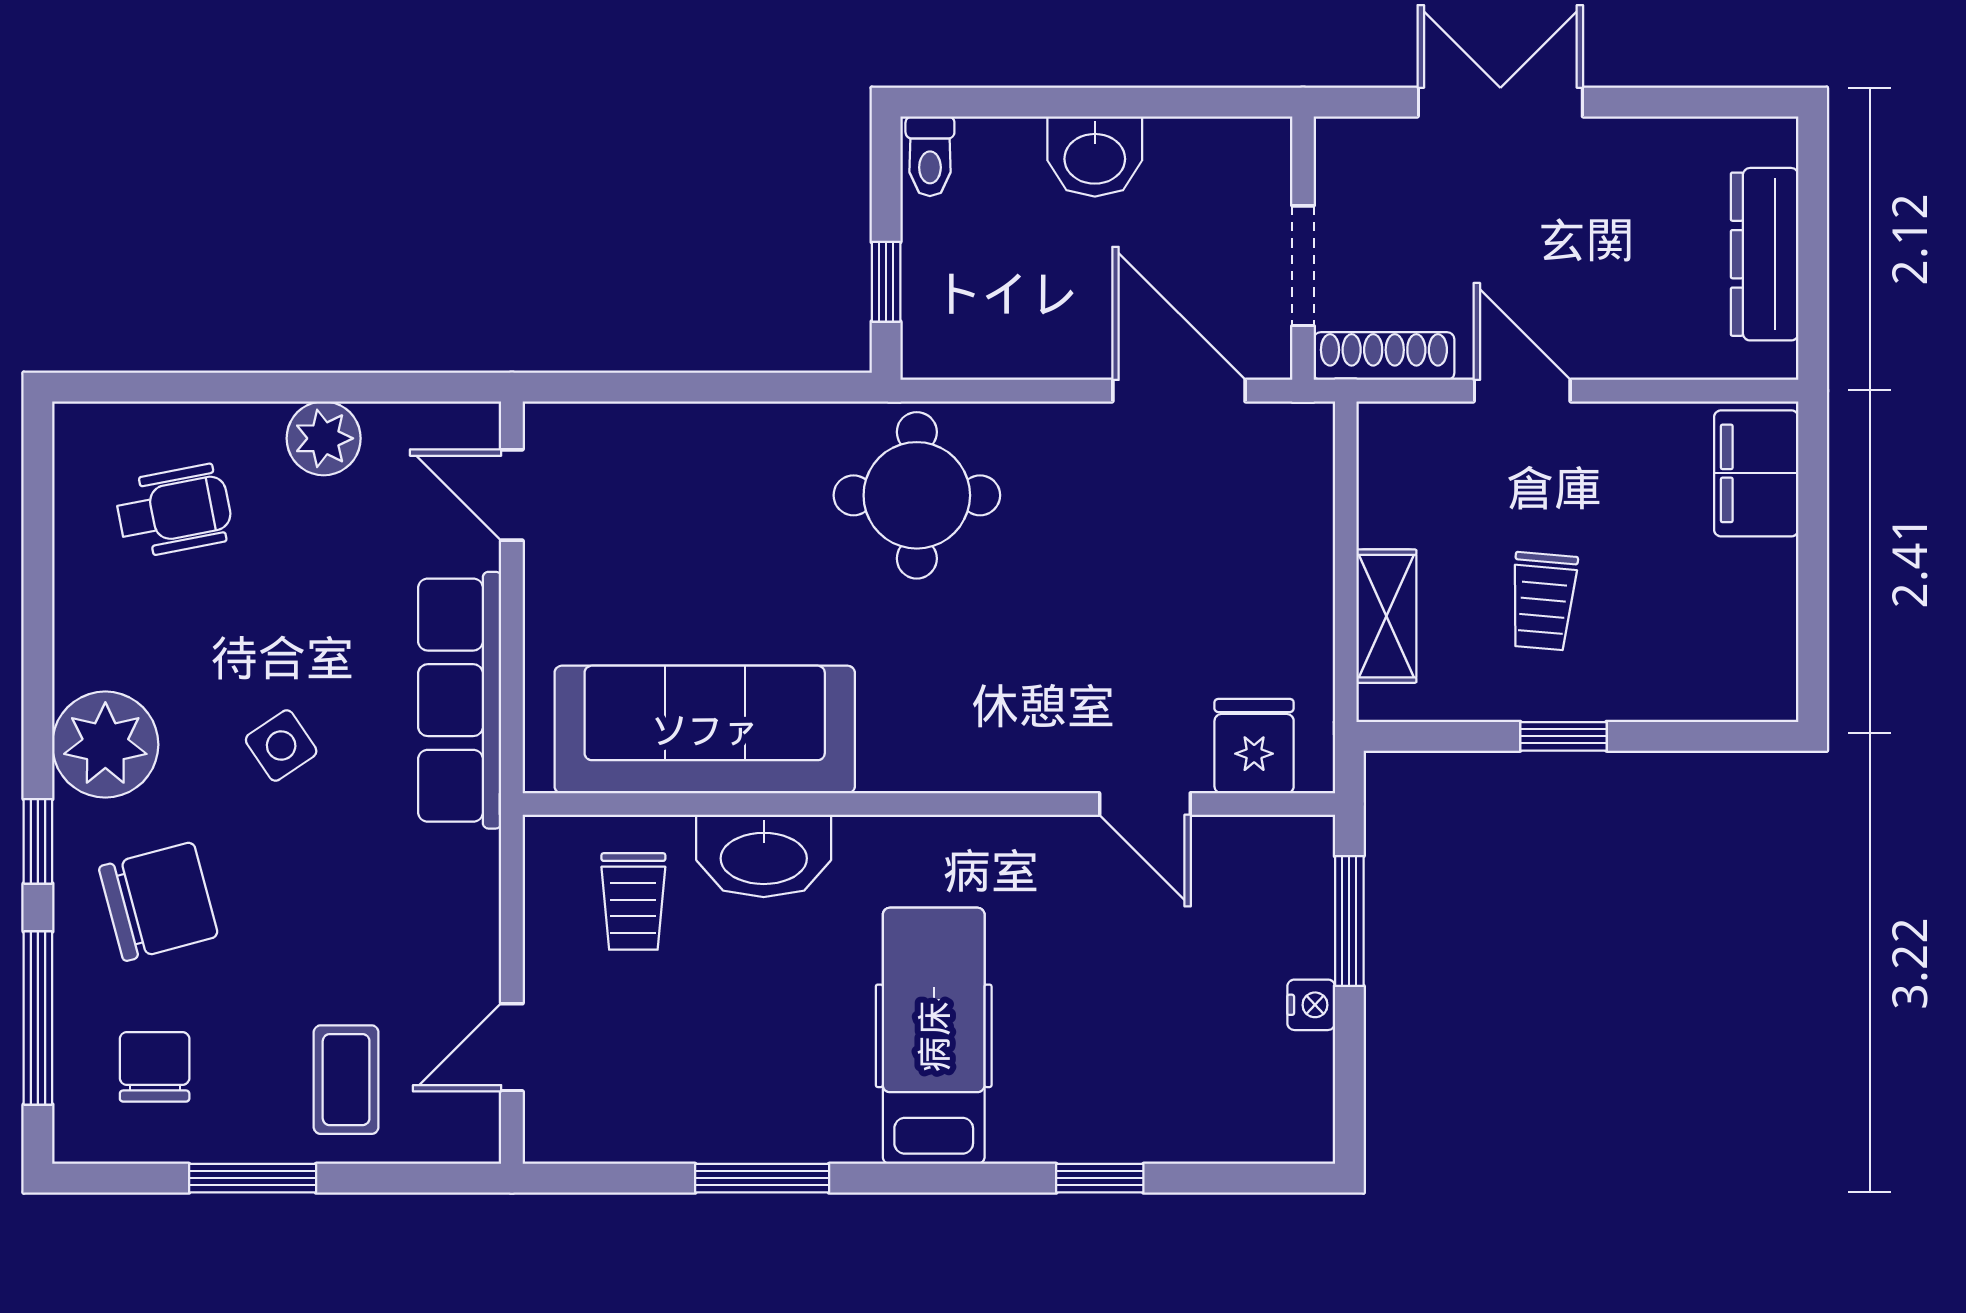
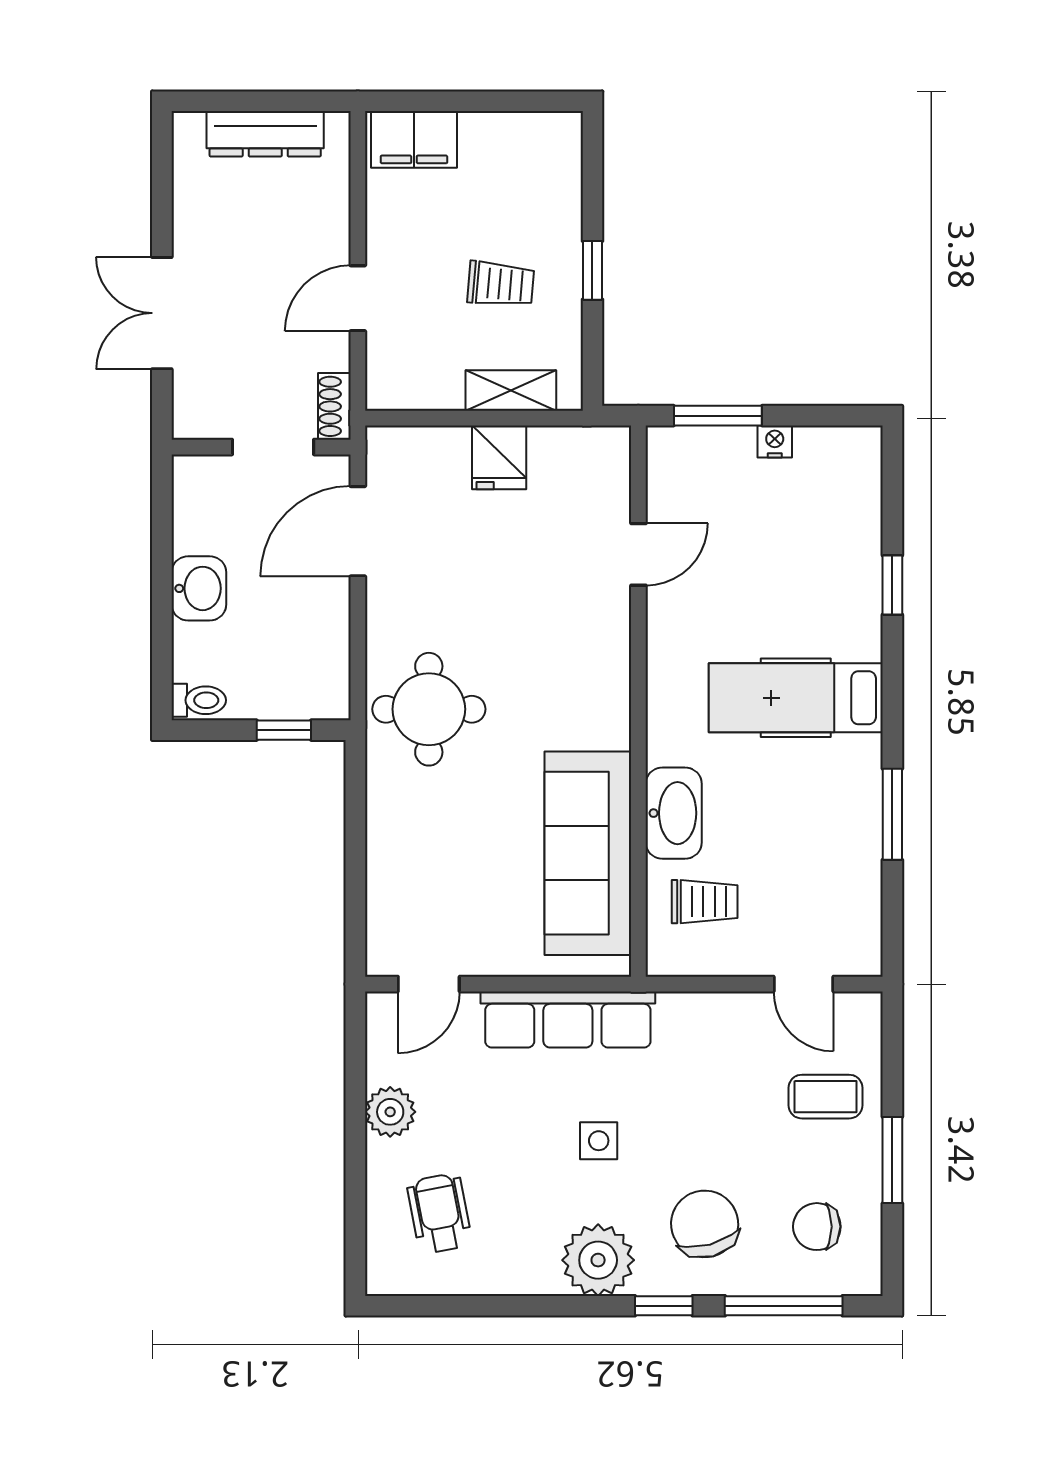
shoe rack: (1384, 356) -> (334, 406), width x0.70
side table: (281, 746) -> (599, 1141), turned 34
fridge: (1254, 746) -> (499, 457), moved, turned -90

